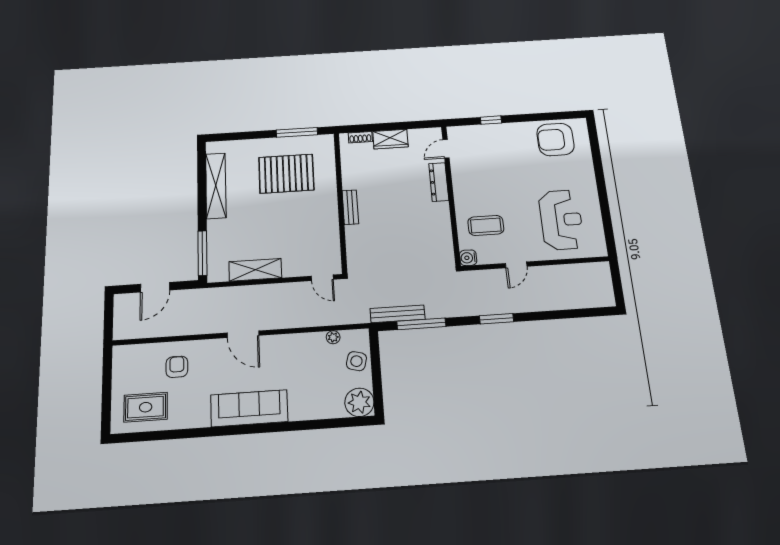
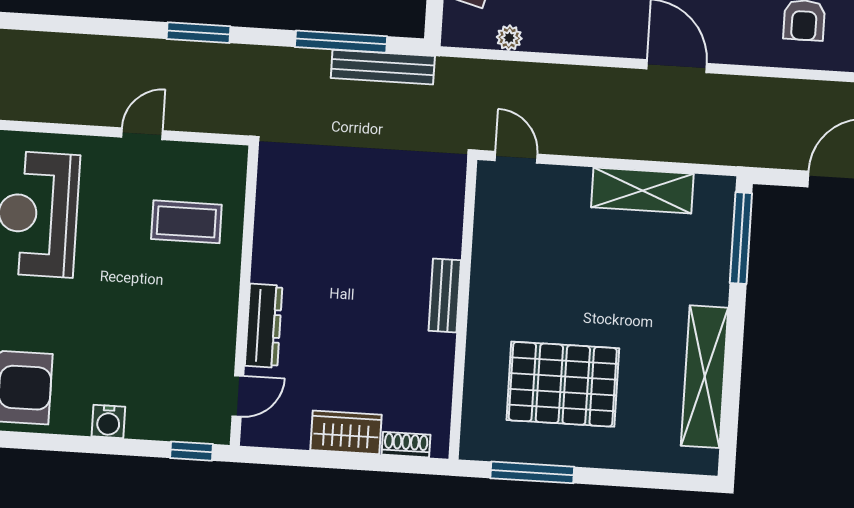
window: (491, 120) -> (192, 451), moved
water cooler: (468, 258) -> (108, 421), moved, turned 90

